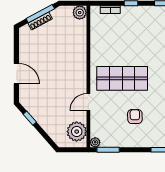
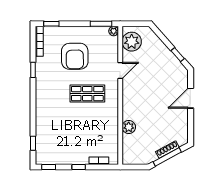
plant: (80, 13) -> (129, 127), moved
door: (16, 74) -> (191, 98), hinge flipped
shop shelf: (122, 78) -> (87, 94), width x0.70, depth x0.74
armchair: (135, 117) -> (75, 56), width x1.88, depth x1.88

